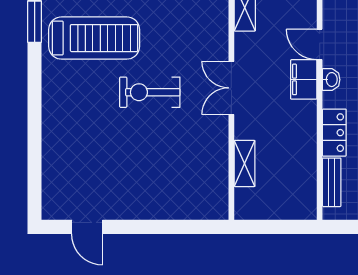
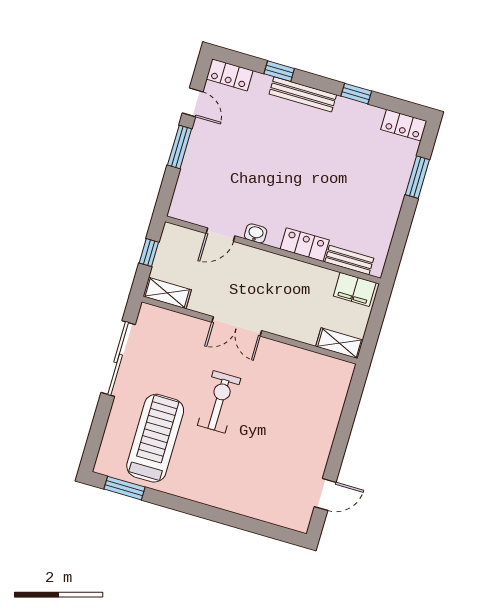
filing cabinet: (304, 79) -> (355, 289), moved
exercise bike: (150, 92) -> (219, 402), turned 180
shelving: (245, 163) -> (339, 343), moved

